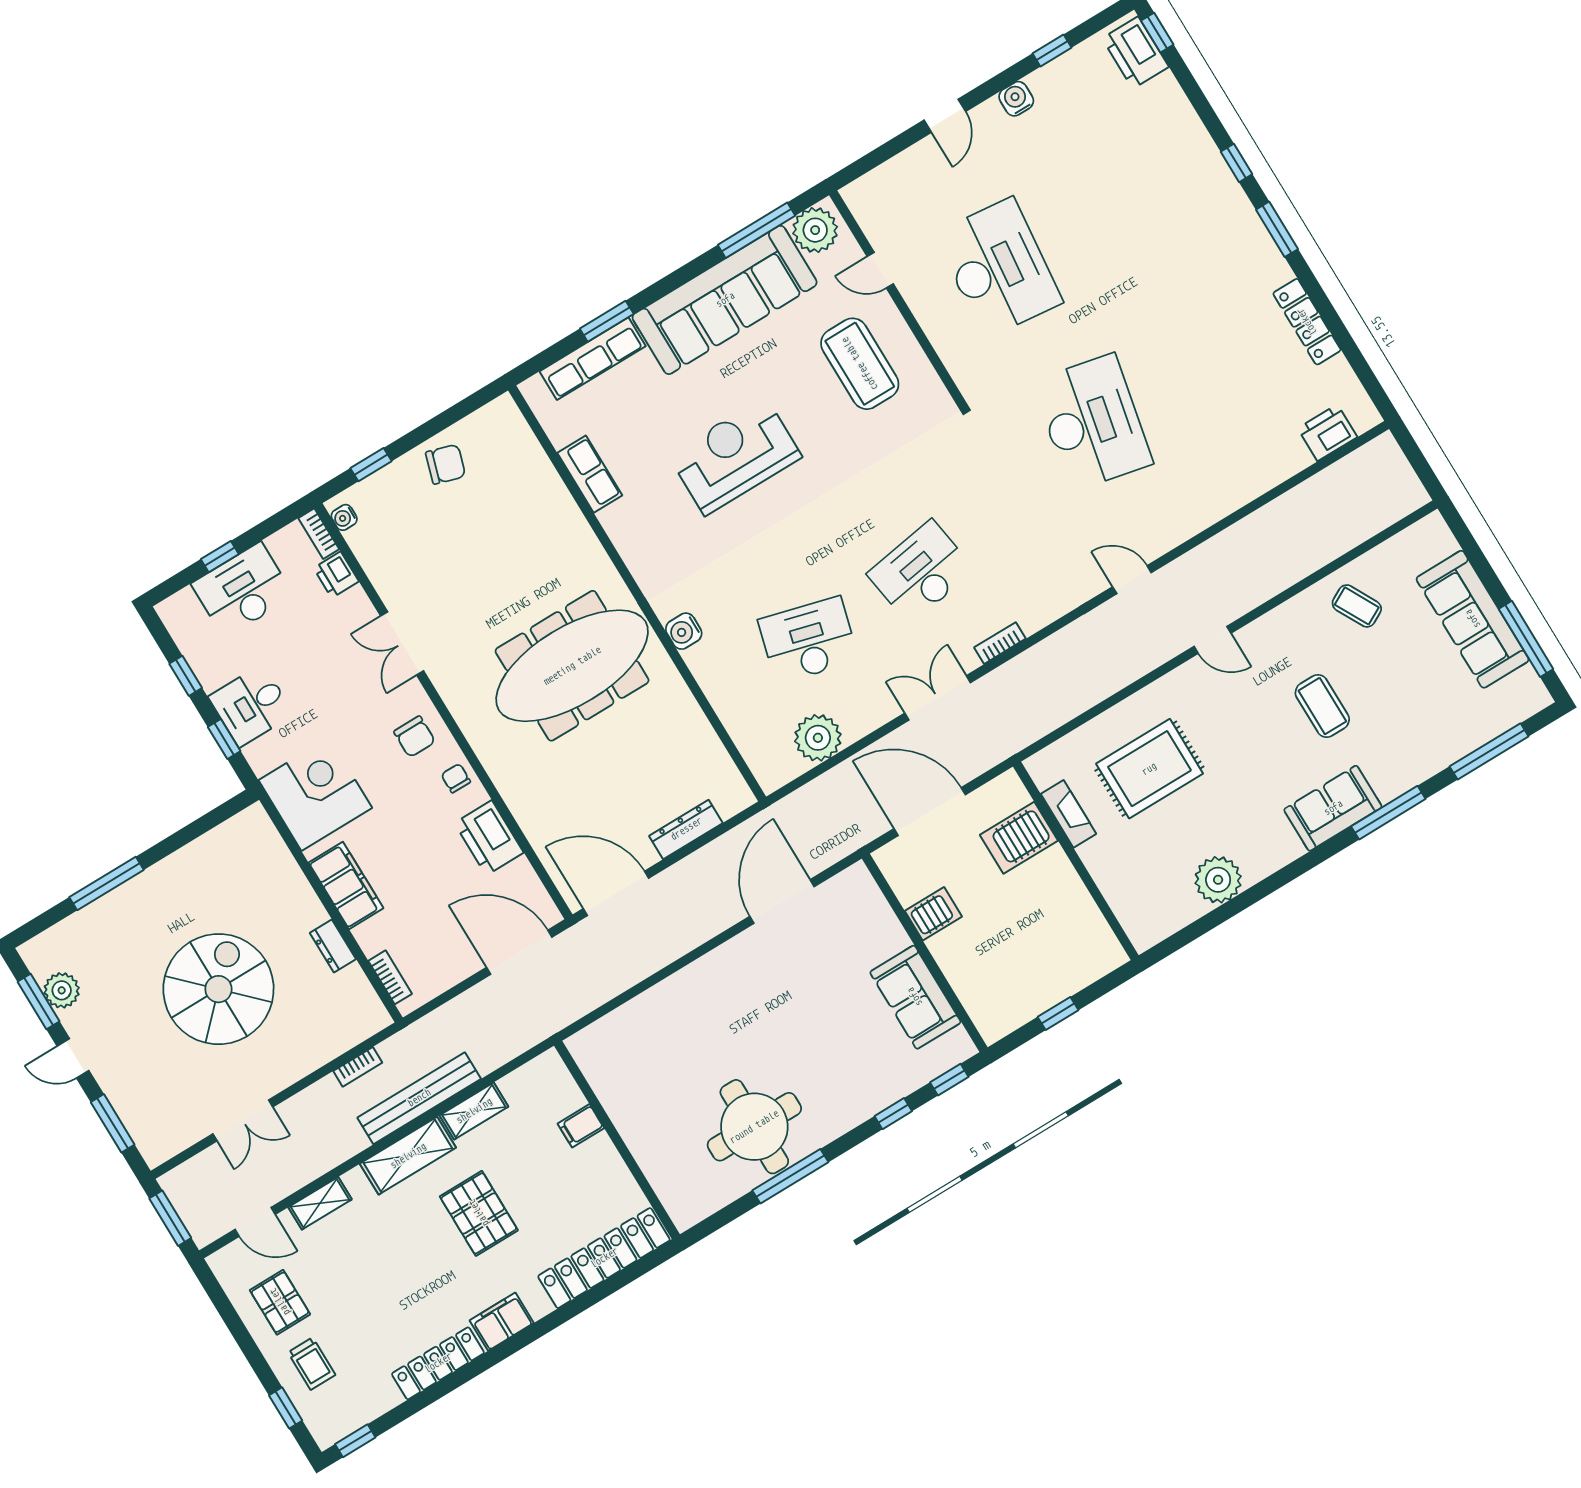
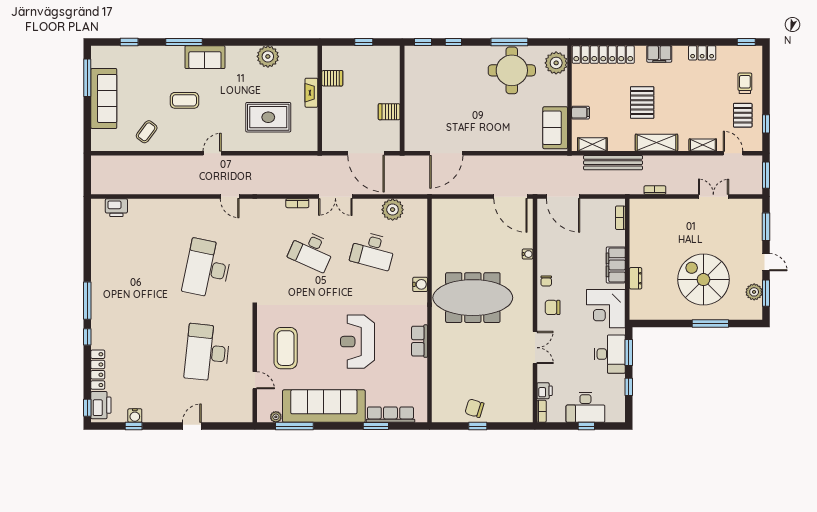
water cooler: (1016, 99) -> (135, 416), moved
window: (1277, 229) -> (87, 301), width x1.44
plant: (815, 230) -> (276, 417), width x0.53, depth x0.53
locker: (1307, 322) -> (98, 370), moved
reception desk: (735, 456) -> (357, 342), turned 90
window: (371, 465) -> (478, 426), moved
row of seats: (590, 474) -> (420, 341), moved
water cooler: (344, 517) -> (528, 254), moved
desk: (921, 572) -> (312, 251), turned 33
coffee table: (1357, 606) -> (147, 132), turned 65
door: (1212, 640) -> (212, 153), hinge flipped
desk: (251, 706) -> (610, 354), width x1.37
coffee table: (1322, 706) -> (184, 100), turned 90
chair: (415, 737) -> (553, 307), turned -90
window: (224, 739) -> (629, 353), width x1.50
window: (1489, 751) -> (129, 42), width x0.46
fireplace: (1068, 814) -> (311, 93), moved
dresser: (686, 829) -> (467, 205), removed
printer: (489, 838) -> (547, 249), removed
server rack: (1019, 838) -> (332, 78), moved, width x0.73, depth x0.70
dresser: (333, 946) -> (636, 278), moved
spiral stairs: (218, 989) -> (703, 280), moved, turned 90
sofa: (915, 997) -> (555, 128), moved, turned 180
bench: (419, 1098) -> (613, 163), moved
shelving: (474, 1111) -> (592, 144), moved
plant: (681, 1190) -> (556, 63), added
locker: (438, 1363) -> (702, 53), width x0.66
window: (286, 1408) -> (766, 124), moved

